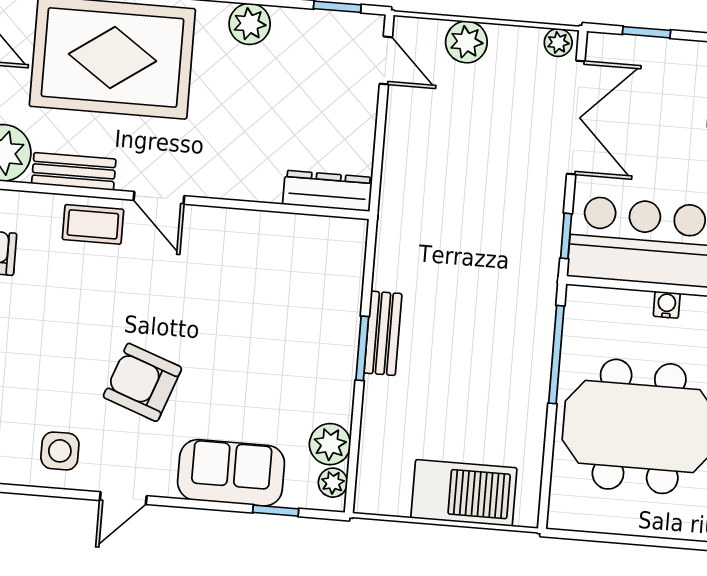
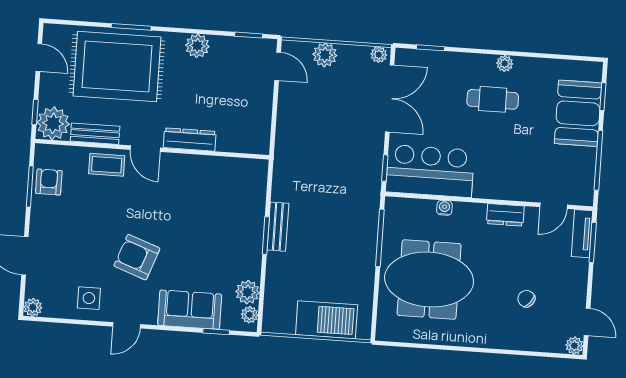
dresser: (328, 191) -> (190, 140), moved

